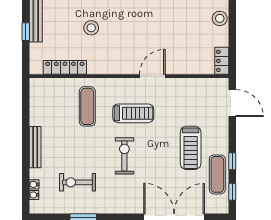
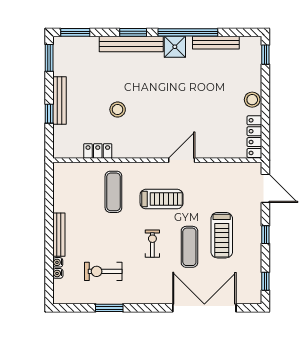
locker: (222, 61) -> (254, 137), width x1.53
locker: (65, 67) -> (98, 151), width x0.66
exercise bike: (124, 156) -> (152, 244), width x0.73, depth x0.72
window: (232, 161) -> (265, 235), moved
exercise mat: (217, 174) -> (189, 247), moved
water cooler: (34, 195) -> (58, 262), moved

